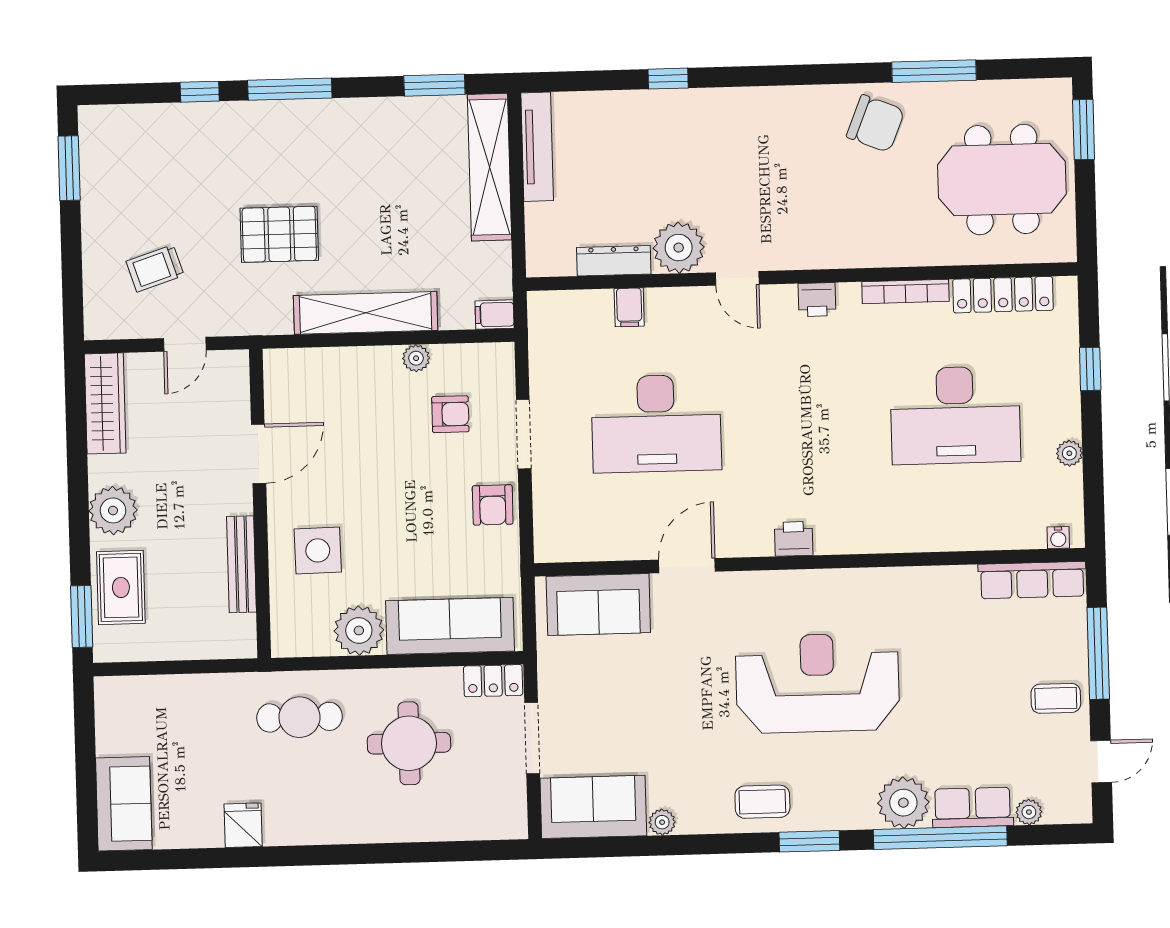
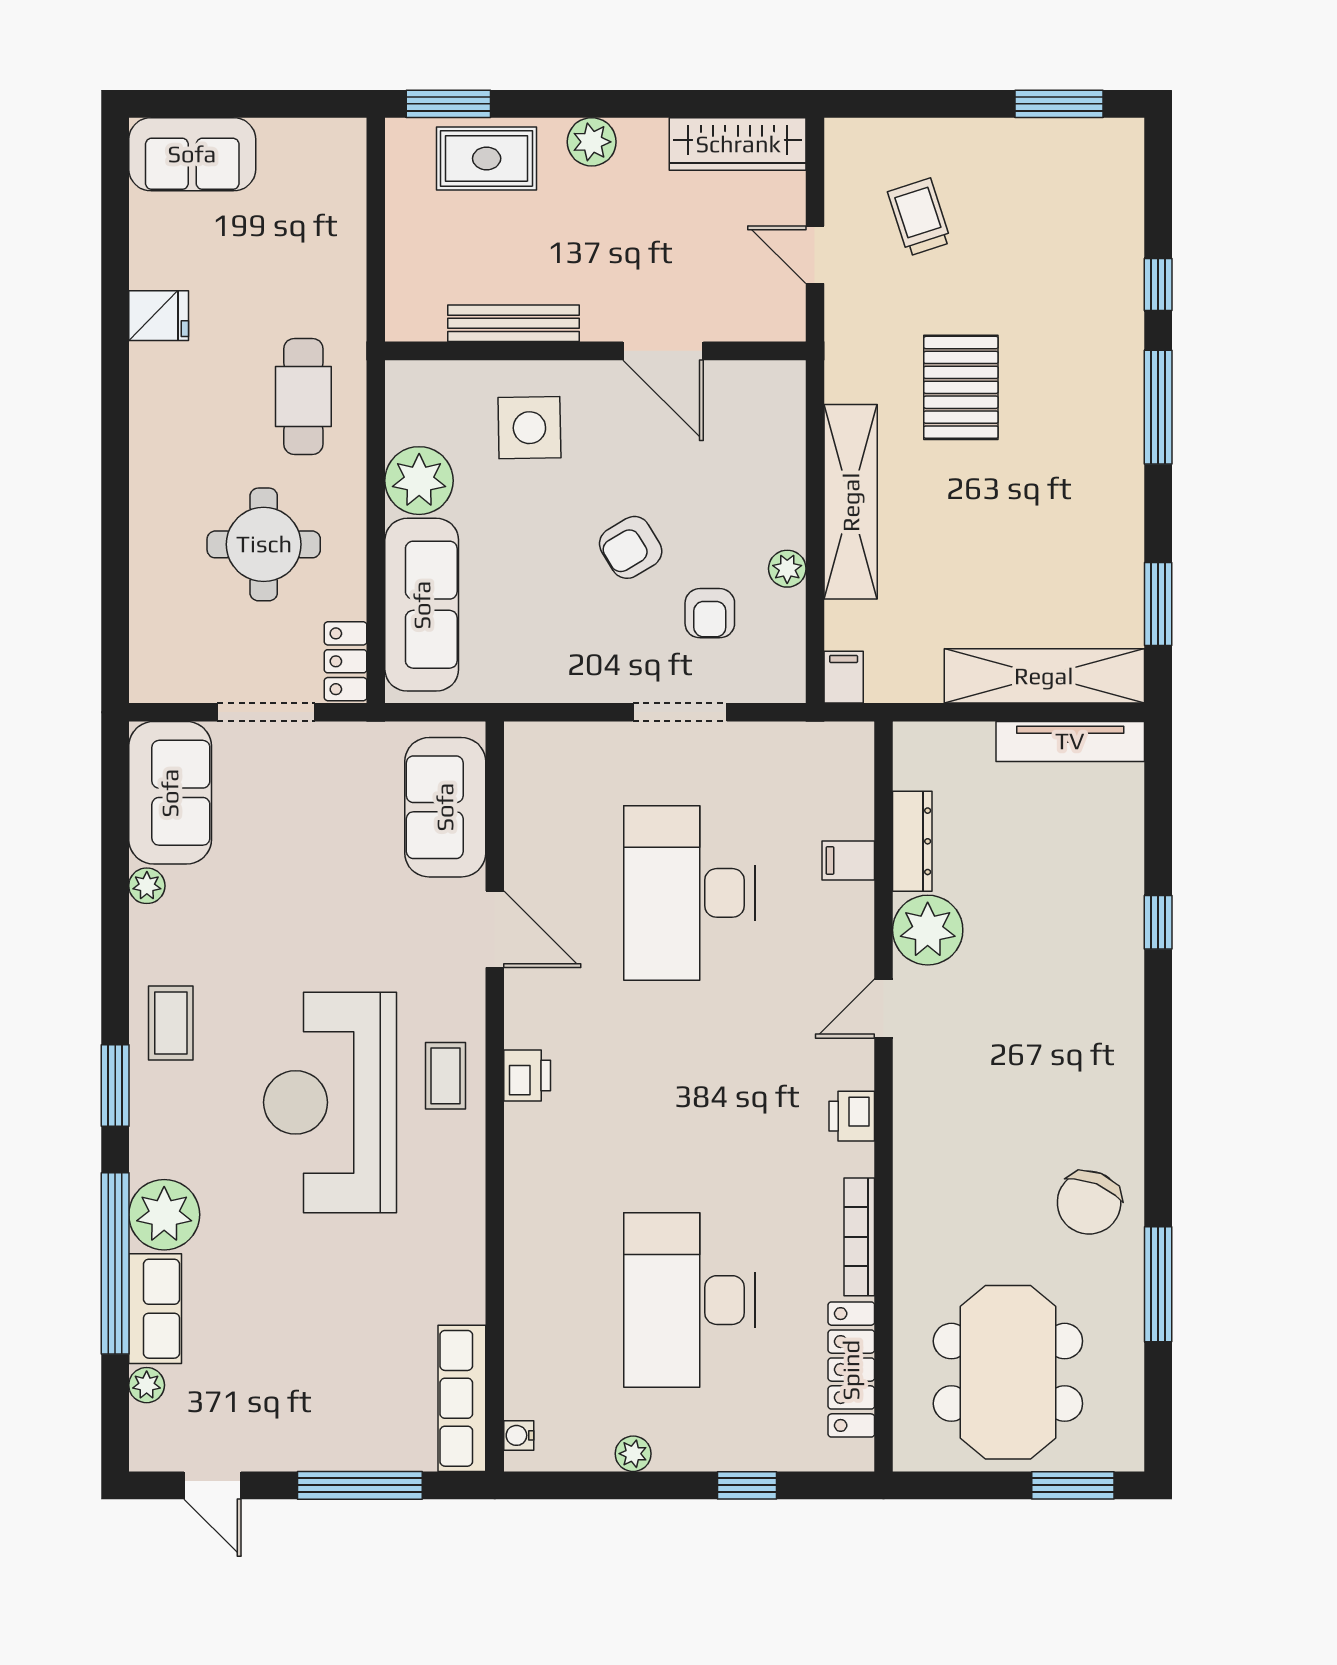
armchair: (493, 505) -> (631, 547), moved, turned -31
plant: (113, 510) -> (592, 142), width x0.73, depth x0.73
reception desk: (818, 683) -> (330, 1102), turned 180
coffee table: (1056, 698) -> (445, 1076), moved

